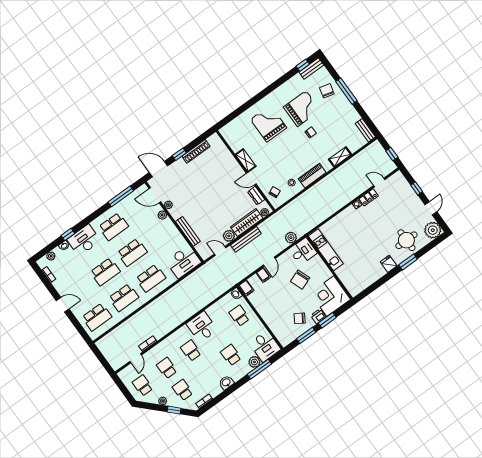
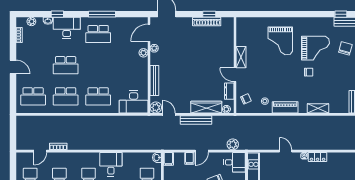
grand piano: (268, 124) -> (280, 41), turned 180
window: (179, 154) -> (209, 14), moved
door: (379, 182) -> (286, 151), moved
door: (155, 195) -> (149, 33), hinge flipped
window: (121, 196) -> (102, 14), moved
plant: (229, 236) -> (156, 107), moved
school desk: (132, 252) -> (98, 65), removed

